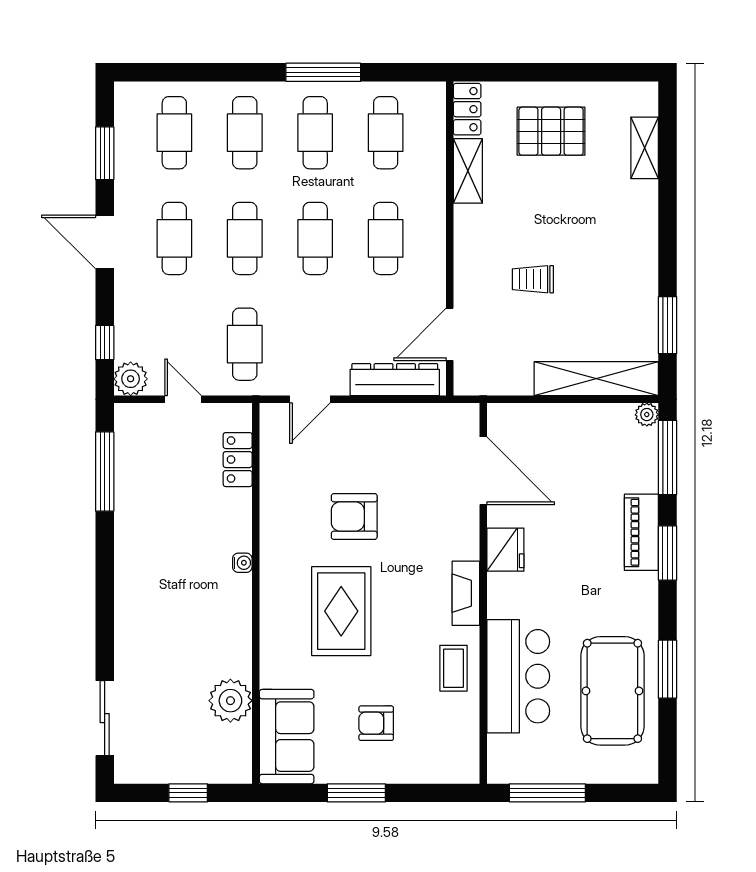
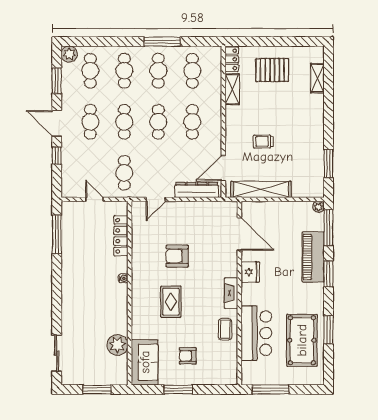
window: (105, 343) -> (57, 156), moved
plant: (131, 379) -> (69, 54), moved
shelving: (596, 379) -> (261, 189), moved
locker: (238, 460) -> (121, 236), width x1.53
piano: (641, 532) -> (313, 257), width x1.37, depth x1.33
rug: (341, 611) -> (171, 302), width x0.73, depth x0.70
window: (188, 793) -> (97, 389), width x1.50

